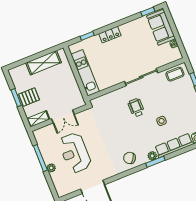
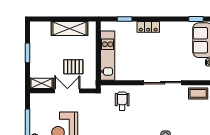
pallet: (29, 97) -> (73, 67), moved
wheelchair: (136, 108) -> (122, 101), moved
double door: (63, 116) -> (67, 91), swing flipped

